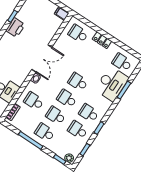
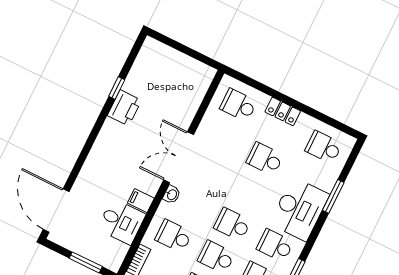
filing cabinet: (62, 13) -> (141, 201), moved
double door: (42, 58) -> (179, 157), swing flipped
school desk: (78, 82) -> (265, 159), moved
desk: (112, 84) -> (299, 209), moved

